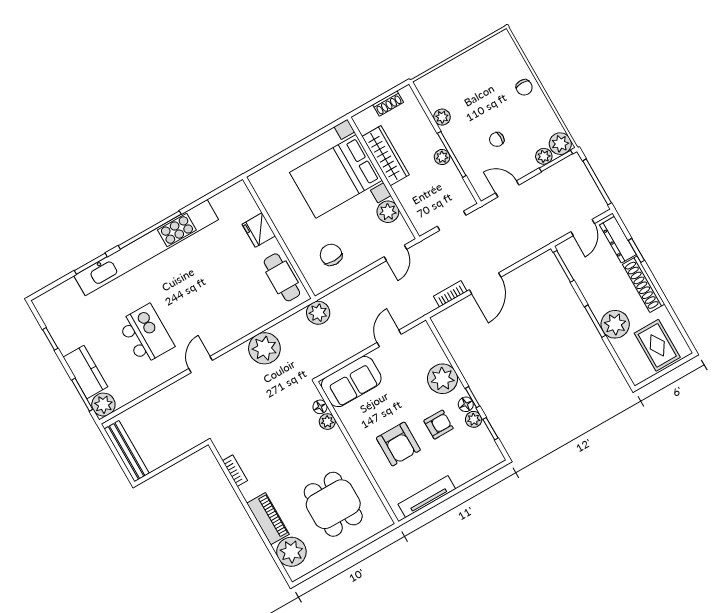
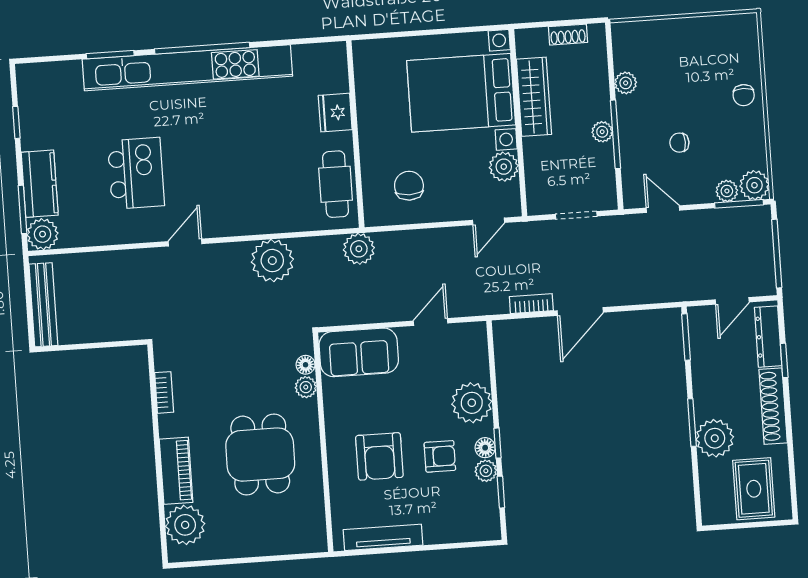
dining table: (333, 504) -> (260, 455), moved

